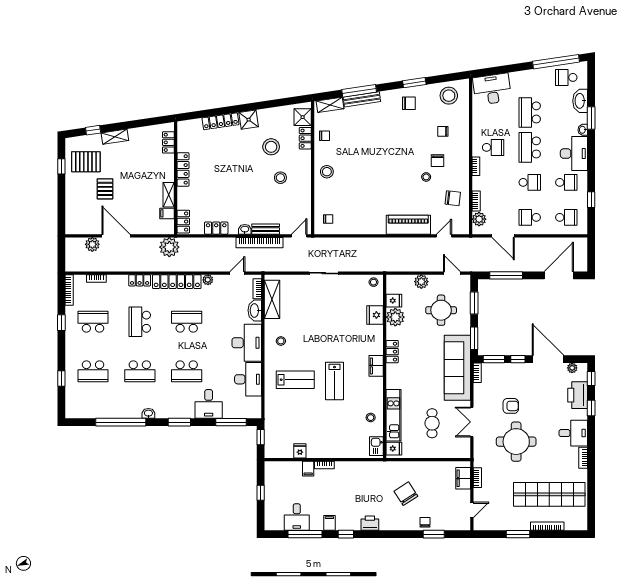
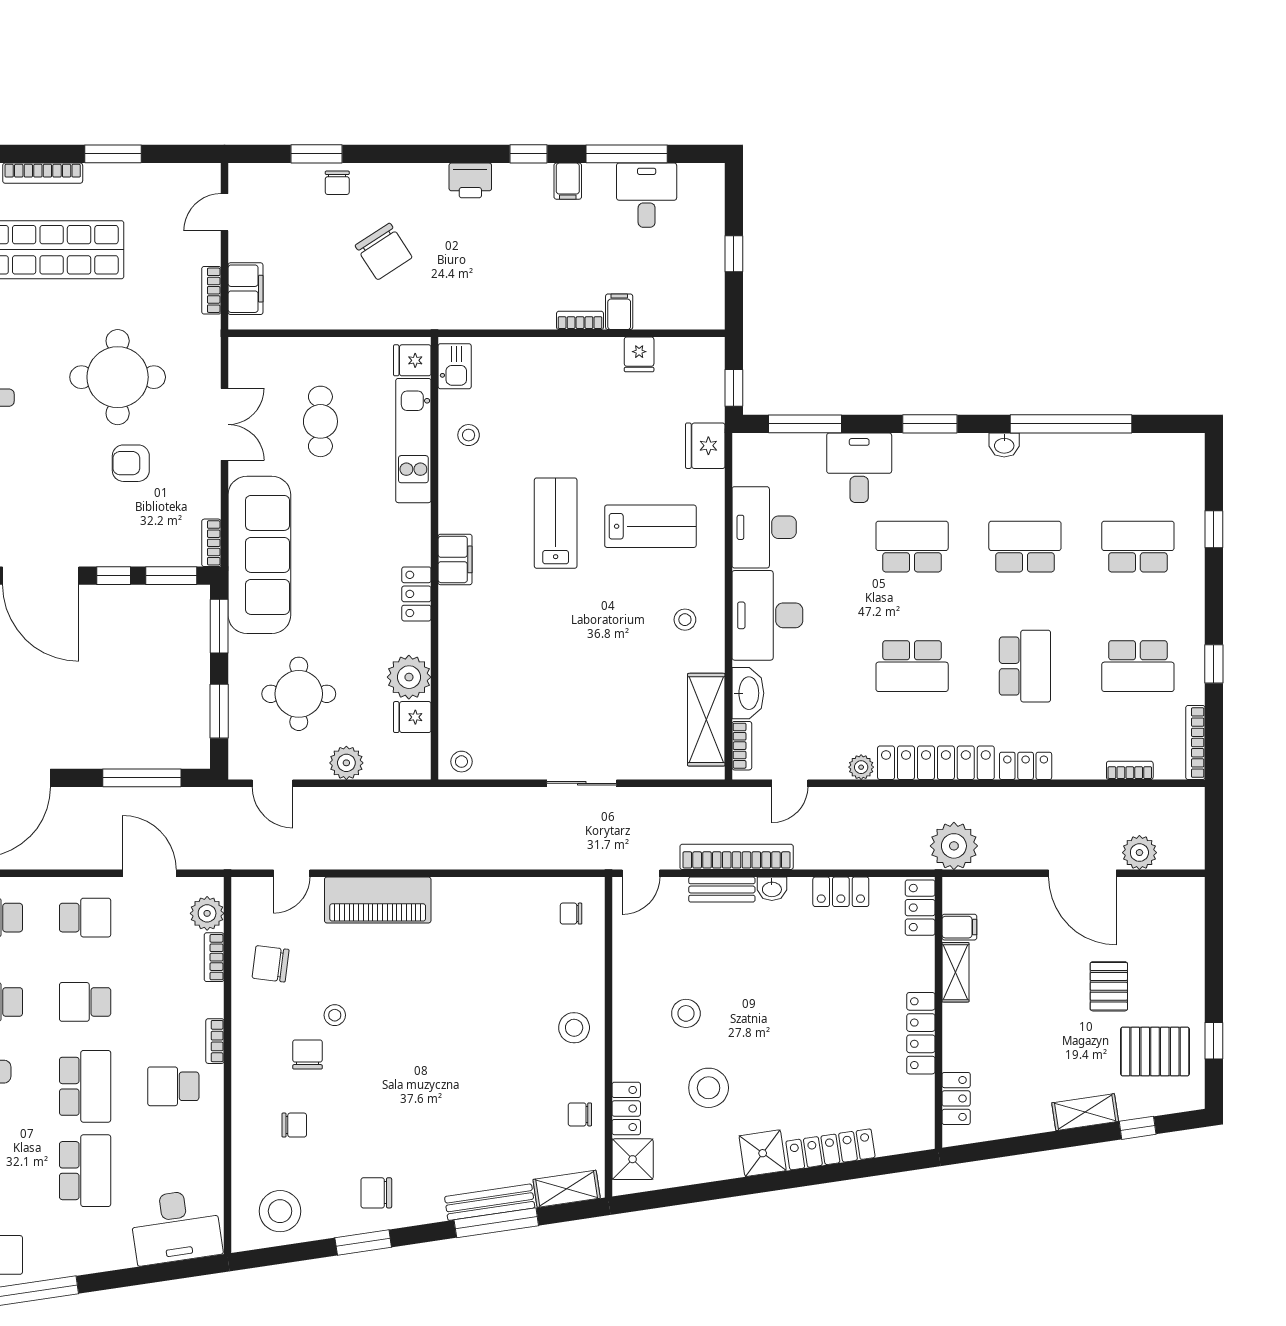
fridge: (375, 315) -> (705, 446), moved, turned 180
lab bench: (295, 380) -> (650, 526), turned 180

